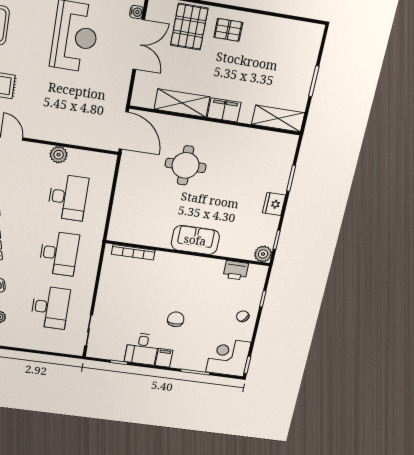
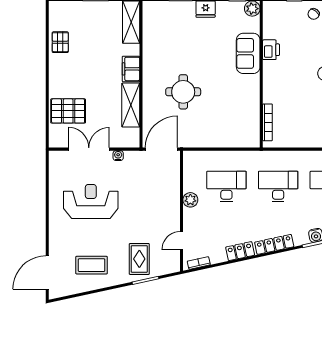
water cooler: (136, 12) -> (118, 156), moved
pallet: (228, 30) -> (60, 42), moved
sofa: (195, 240) -> (248, 53), moved
printer: (236, 270) -> (271, 50), moved

